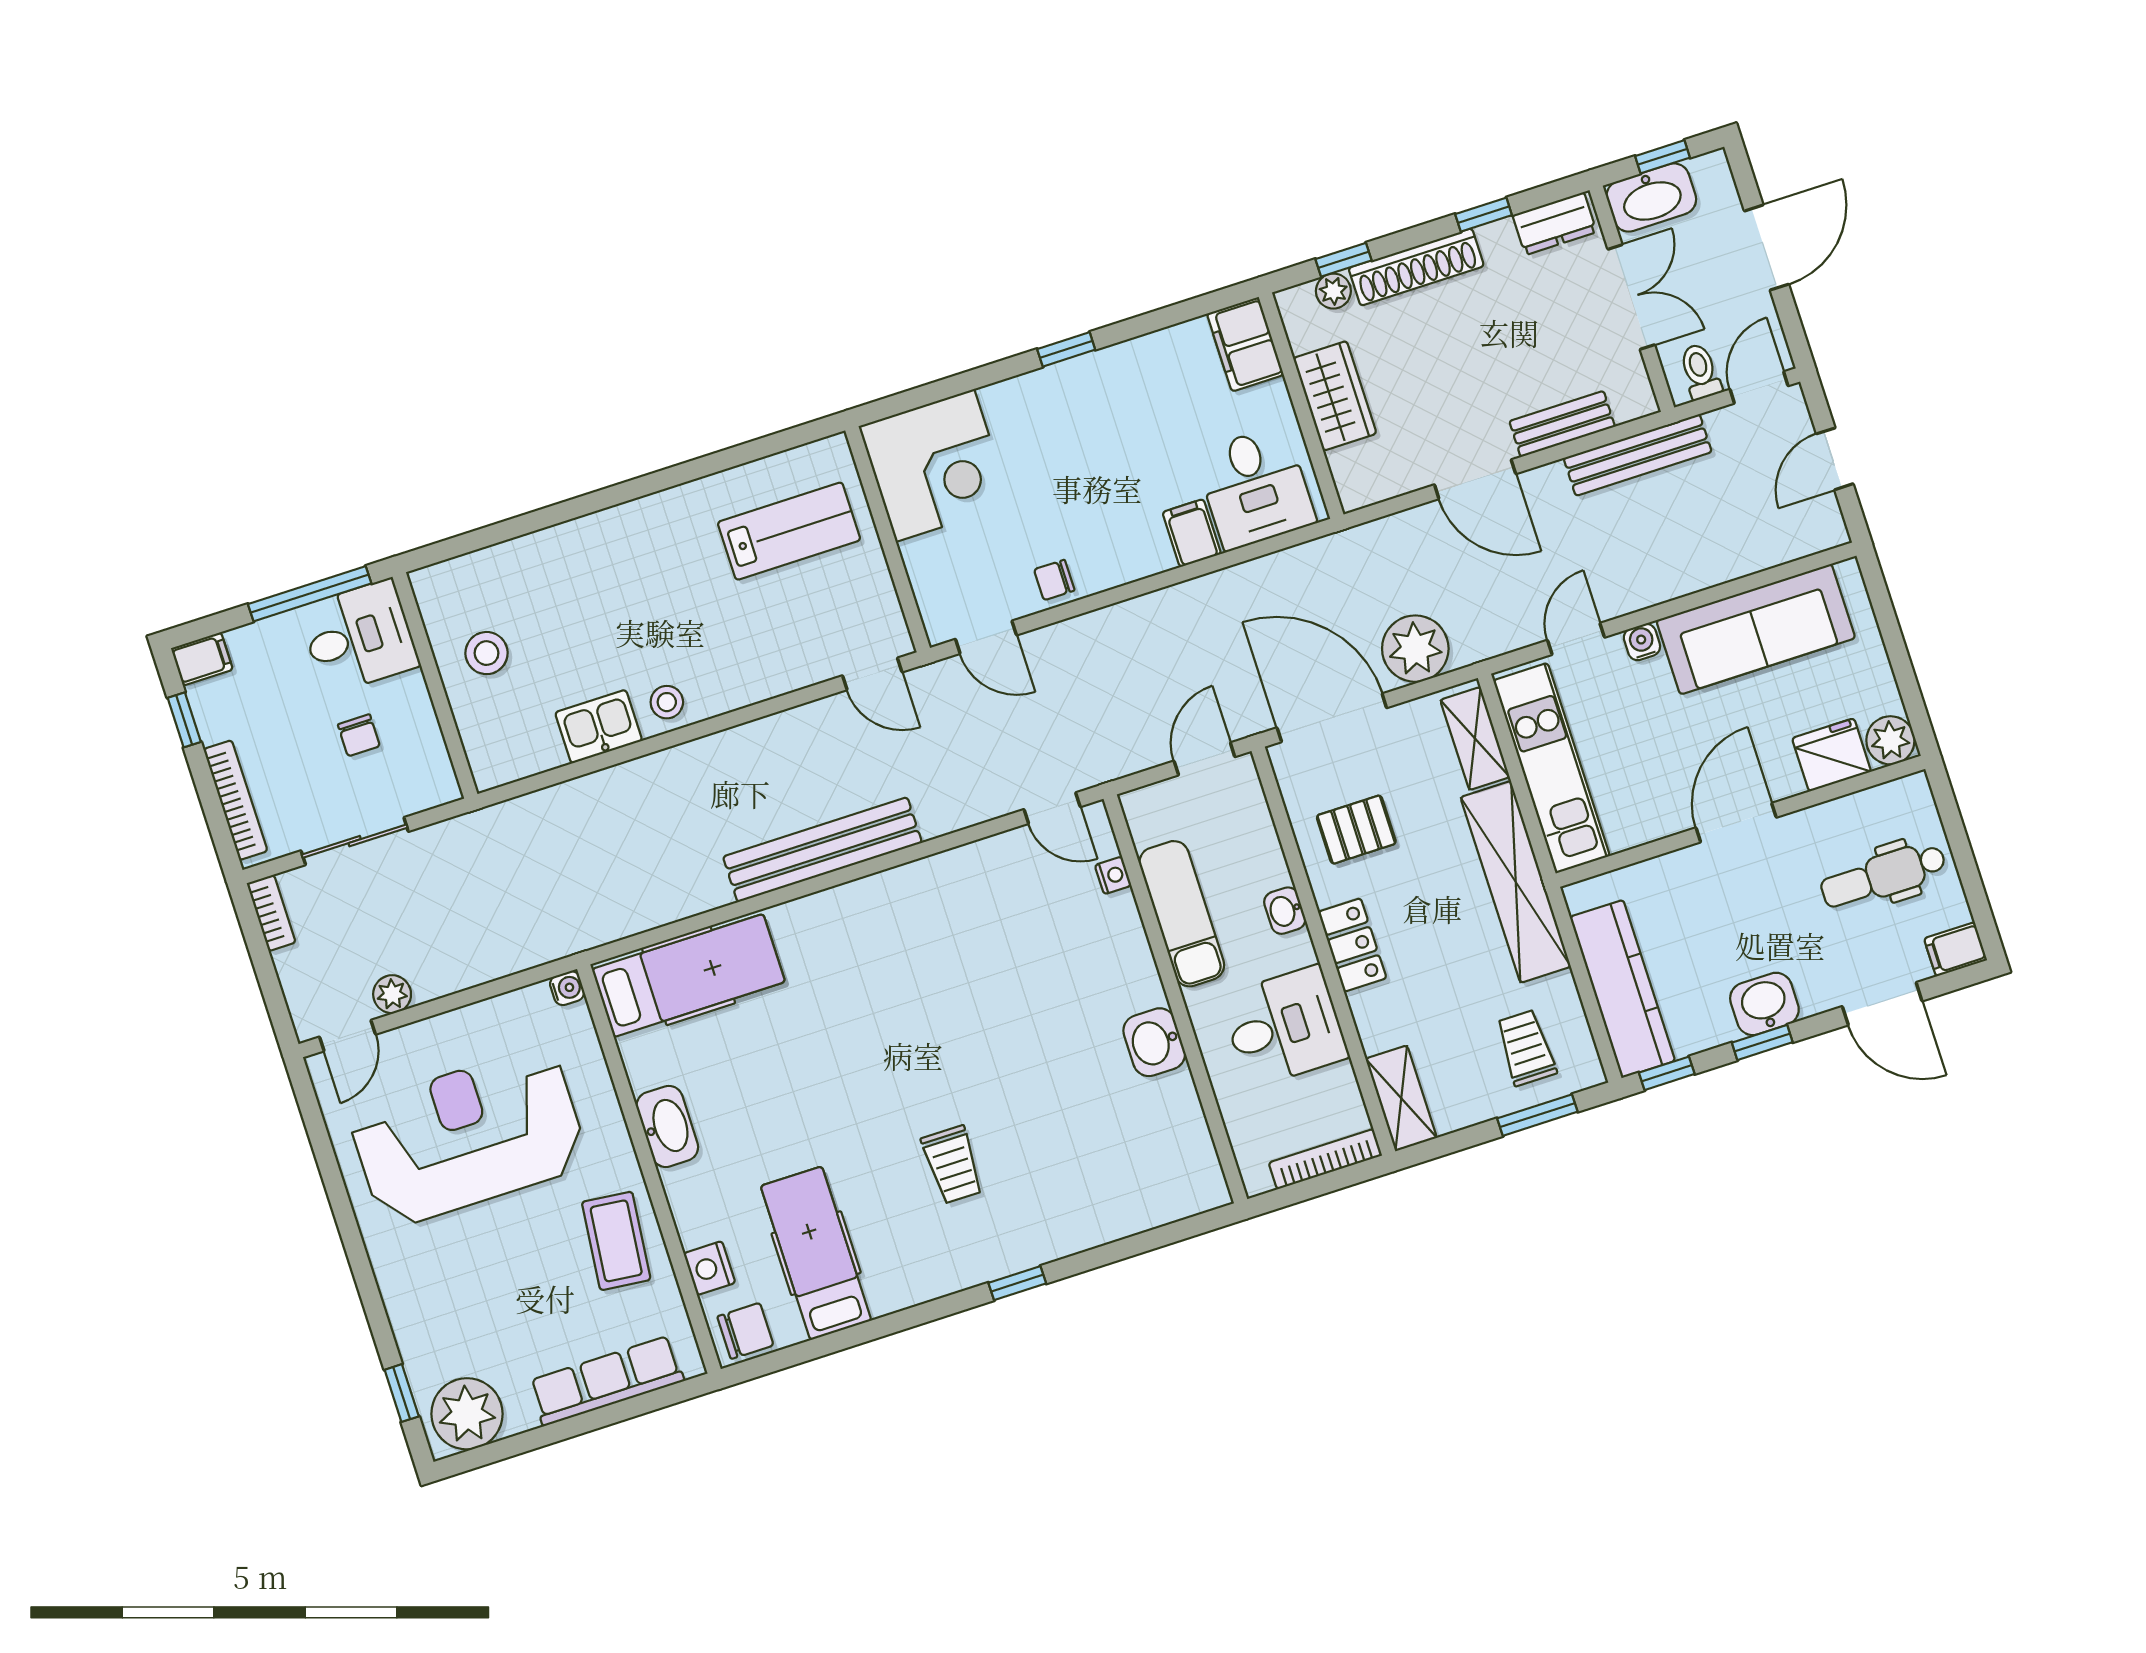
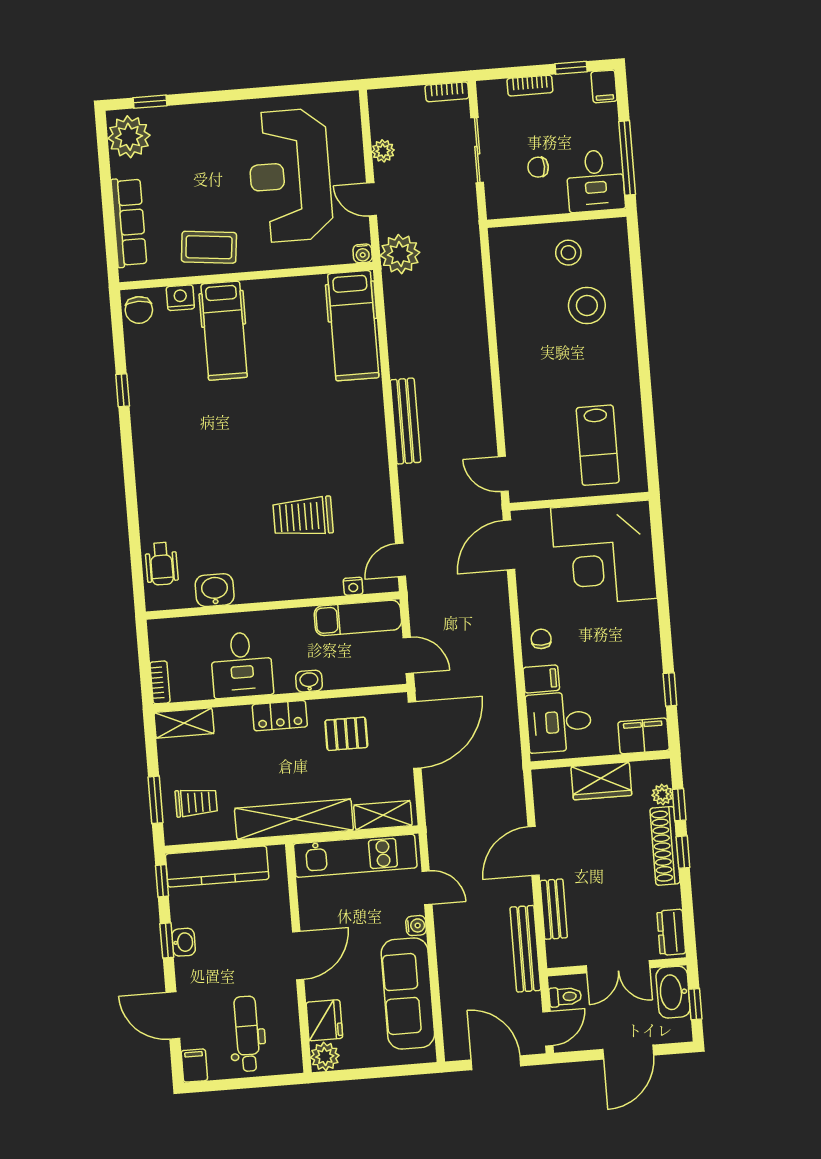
window: (1484, 215) -> (683, 852), moved
door: (1767, 248) -> (628, 1052), hinge flipped
window: (1066, 349) -> (670, 689), moved
door: (1759, 388) -> (548, 1029), hinge flipped
door: (1835, 459) -> (496, 1063), width x1.38
corner desk: (935, 465) -> (604, 553), width x1.36, depth x1.36
chair: (1054, 580) -> (541, 639), moved
door: (986, 637) -> (509, 545), width x1.38
plant: (1415, 649) -> (400, 254), moved
door: (872, 674) -> (503, 474), hinge flipped
stool: (667, 702) -> (587, 305), moved, width x1.89, depth x1.89
kitchen sink: (599, 727) -> (510, 308), removed
bookcase: (235, 800) -> (530, 86), width x0.64
door: (1736, 823) -> (298, 956), hinge flipped
pallet: (1356, 830) -> (346, 734), turned 90
bench: (822, 850) -> (405, 421), width x0.73, depth x0.82
exam couch: (1182, 914) -> (358, 618), moved
washbasin: (1764, 1004) -> (184, 942), width x0.72, depth x0.69
door: (1882, 1004) -> (173, 1015), hinge flipped
door: (347, 1036) -> (372, 199), moved
washbasin: (1154, 1042) -> (215, 590), moved
washbasin: (667, 1126) -> (268, 293), removed
reception desk: (468, 1137) -> (290, 175), turned 180
bookcase: (1325, 1159) -> (160, 682), width x0.64
trolley: (953, 1165) -> (303, 517), moved, width x1.36, depth x1.39
wheelchair: (1150, 1196) -> (162, 564), added
hospital bed: (816, 1253) -> (224, 331), moved, turned 90
window: (1017, 1283) -> (123, 390), moved

